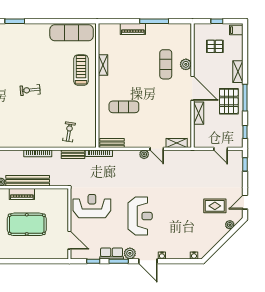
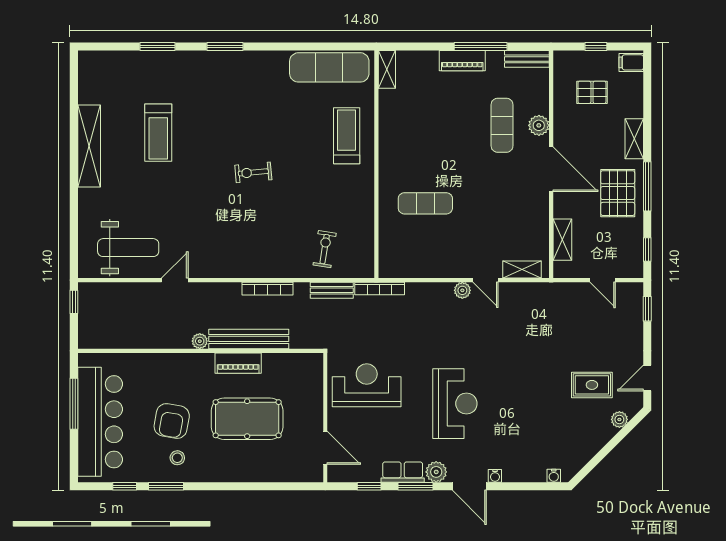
piano: (133, 29) -> (462, 61), moved
shelving: (103, 65) -> (387, 69), moved
shelving: (199, 113) -> (562, 240), moved
bench: (112, 143) -> (527, 59), moved

